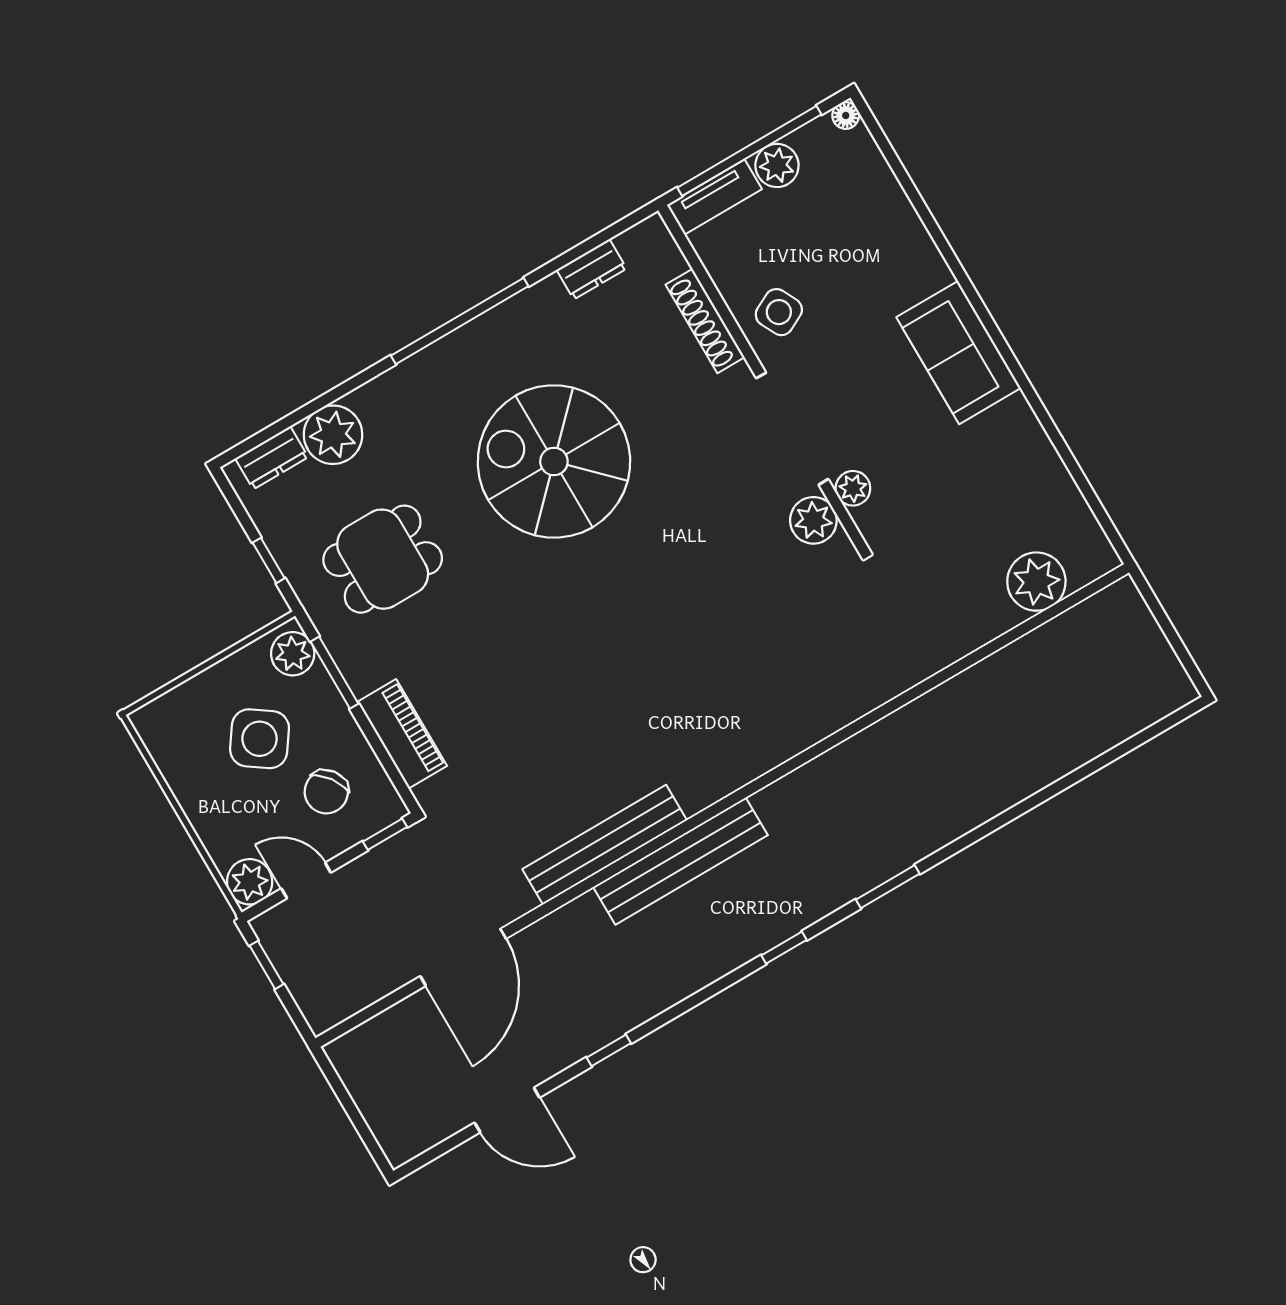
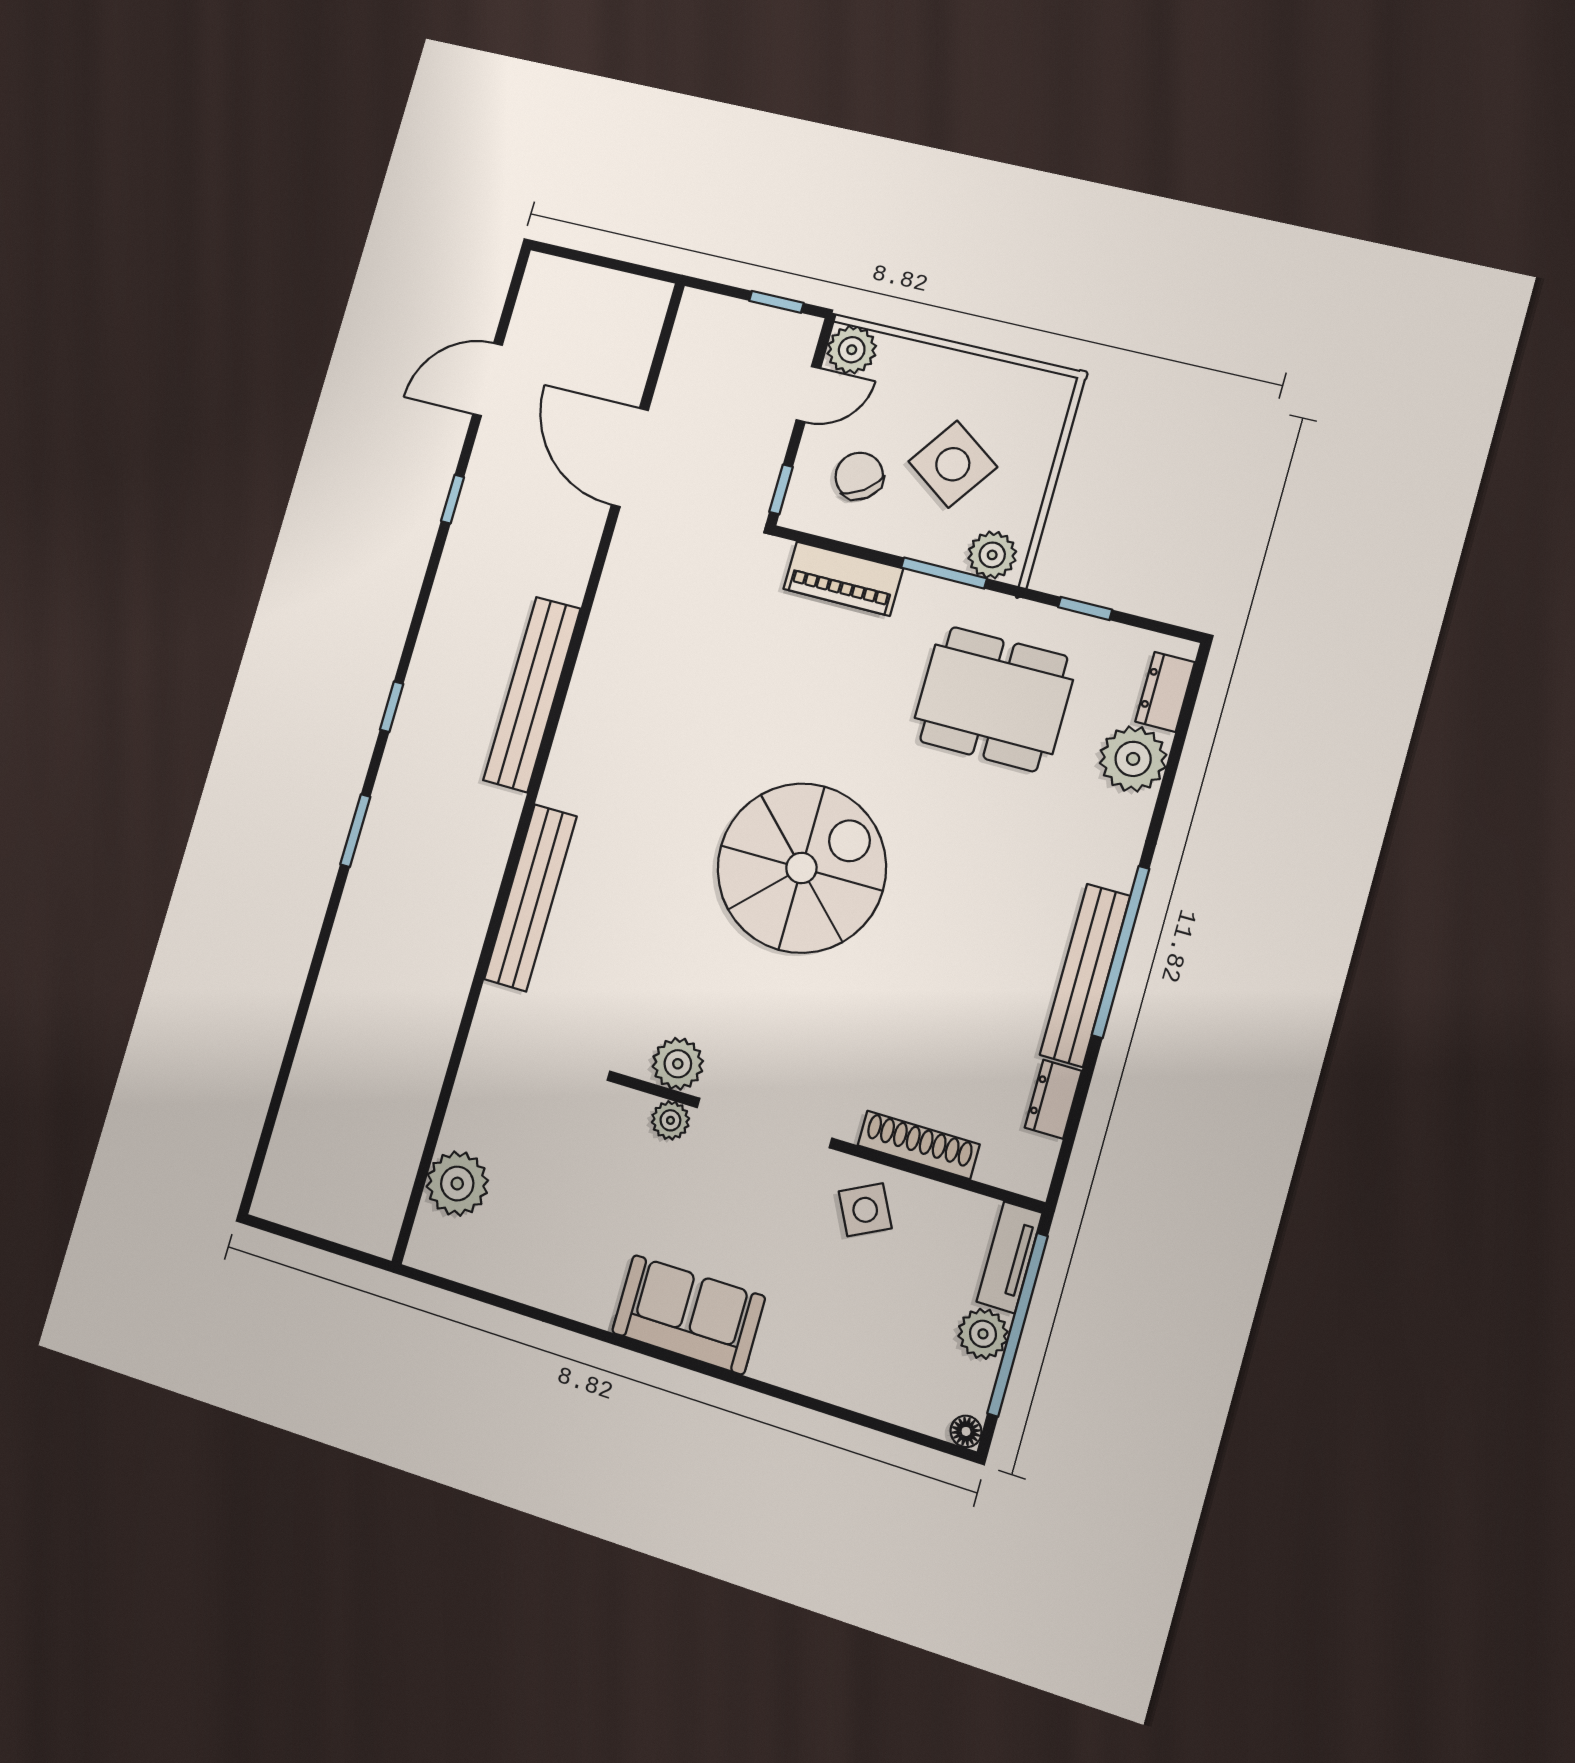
bench: (496, 328) -> (1085, 975), added
spiral stairs: (554, 461) -> (801, 868), moved
dining table: (383, 559) -> (994, 699), width x1.38
bench: (605, 845) -> (530, 898), moved

